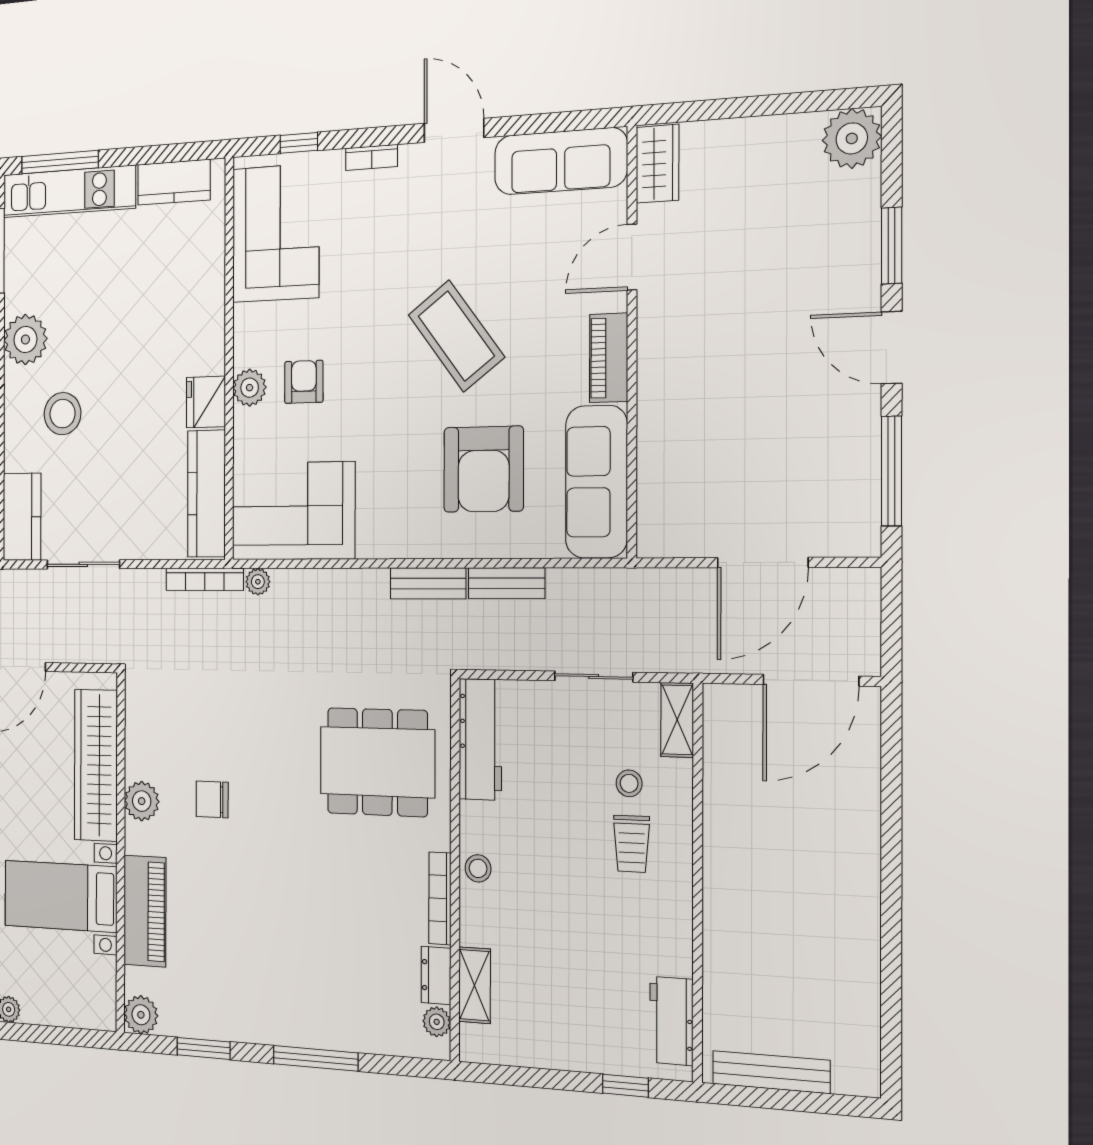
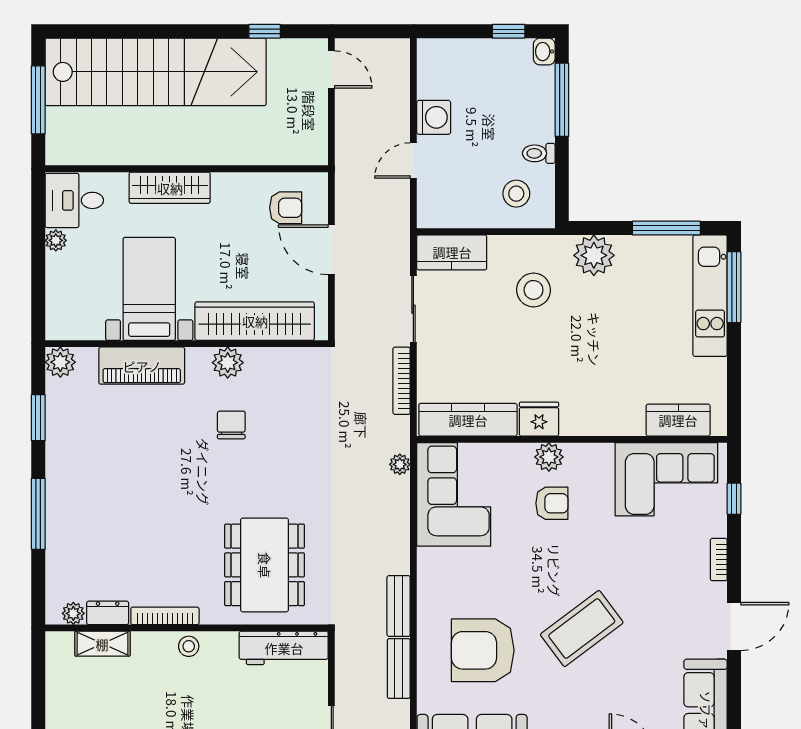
kitchen counter: (174, 182) -> (678, 420), moved, turned 90
bookcase: (205, 579) -> (402, 381), moved

